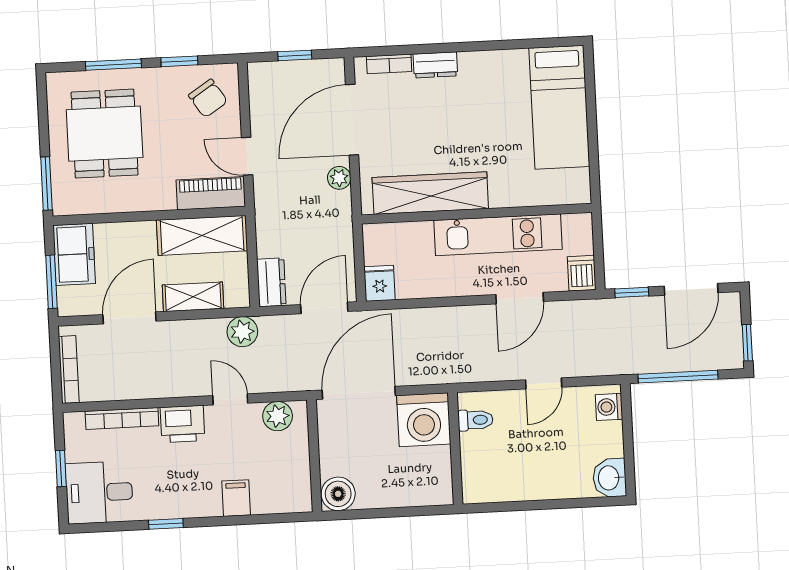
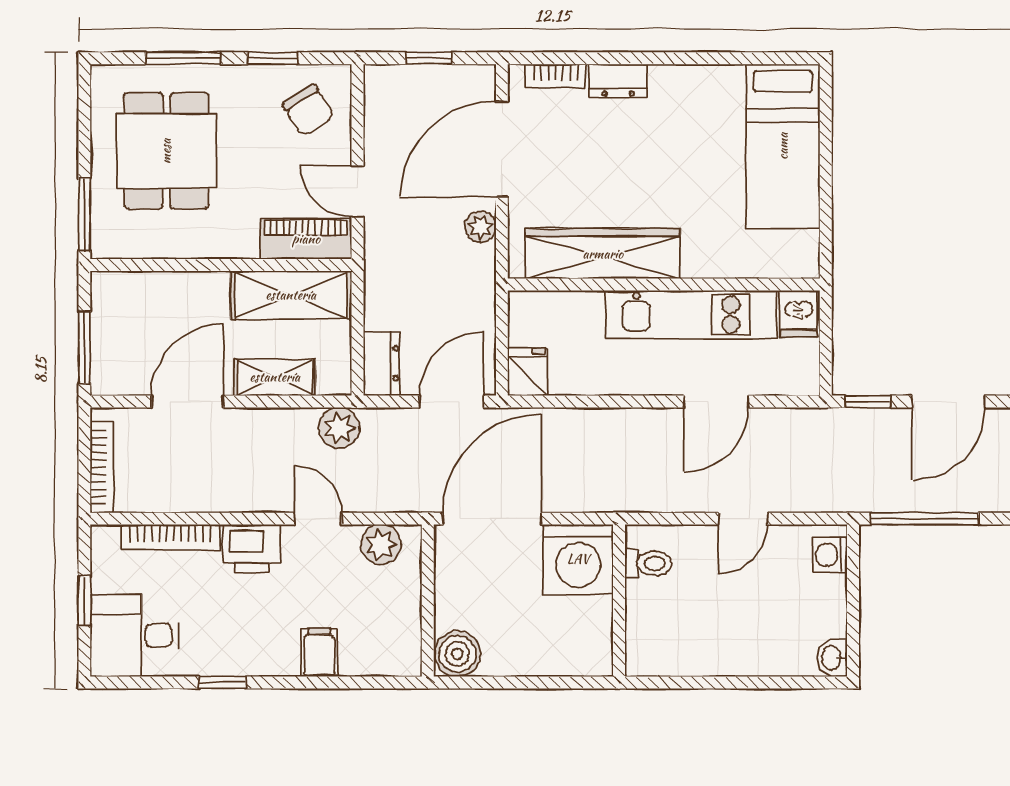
freezer: (74, 254) -> (117, 312), removed
dishwasher: (582, 273) -> (798, 314), moved, turned 180
washbasin: (609, 478) -> (832, 658), width x0.72, depth x0.69

